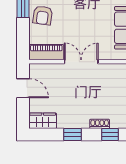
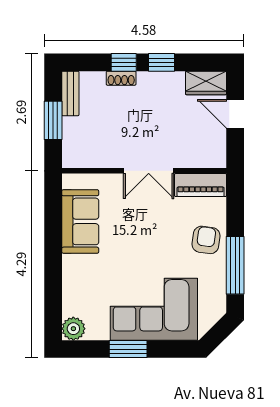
door: (23, 88) -> (235, 114), moved
window: (110, 135) -> (124, 62), moved

